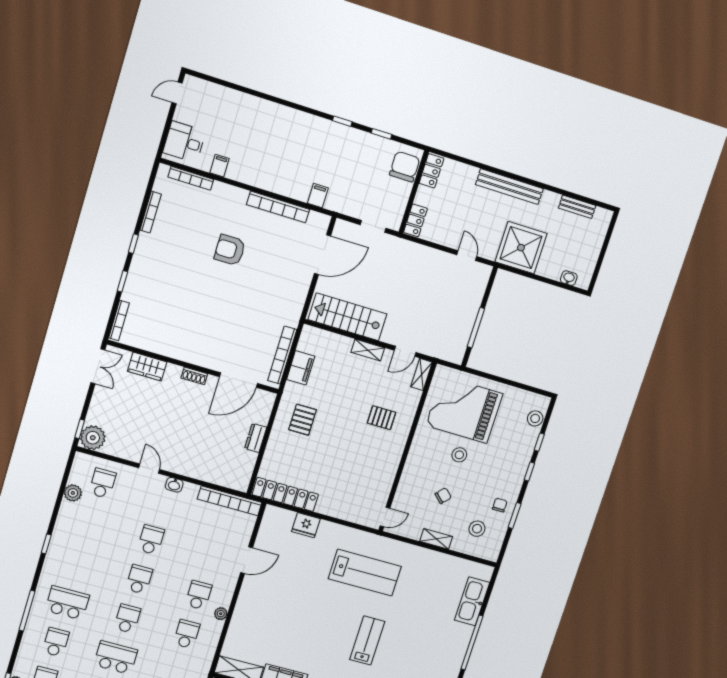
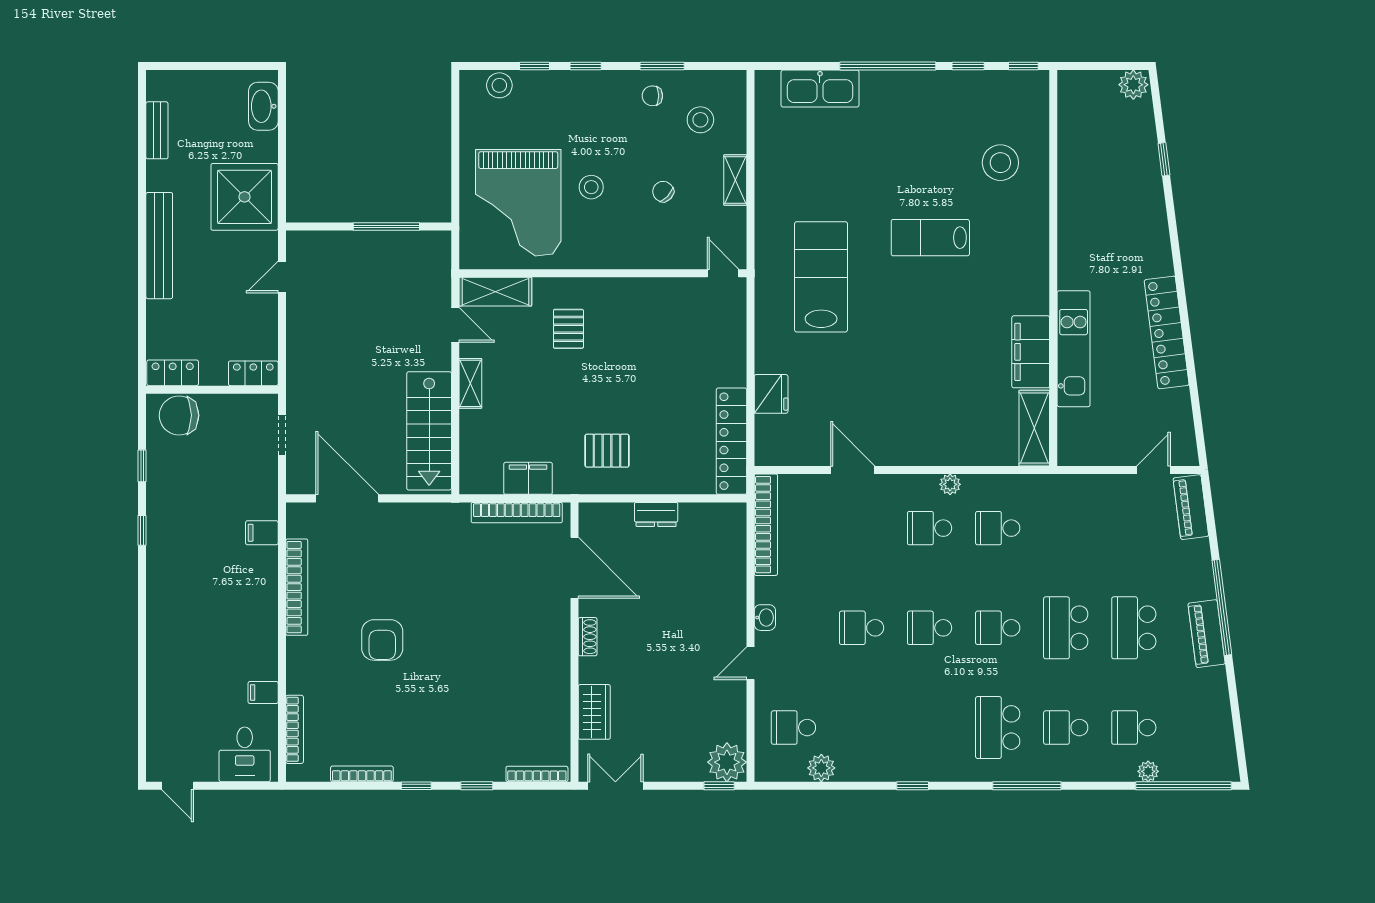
washbasin: (569, 278) -> (263, 106), width x1.91, depth x1.45
shelving: (421, 374) -> (495, 292), width x1.50, depth x1.33

